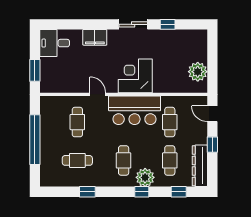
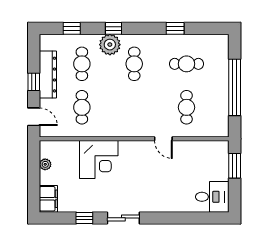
filing cabinet: (95, 37) -> (48, 199), moved, turned 90
plant: (198, 72) -> (45, 164), width x0.53, depth x0.53
corner desk: (135, 76) -> (99, 160), moved
bar counter: (135, 110) -> (122, 121), removed
dresser: (200, 166) -> (48, 75), moved

